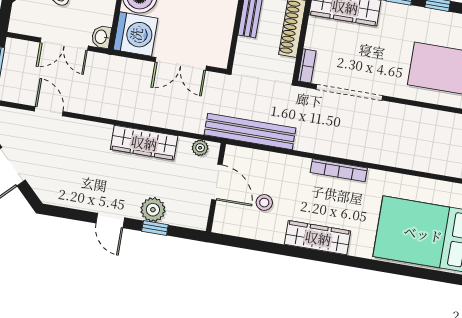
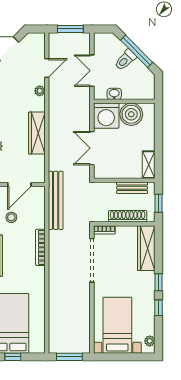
washbasin: (101, 37) -> (114, 94), moved
plant: (200, 148) -> (40, 91), moved
bookcase: (339, 170) -> (40, 247), moved

